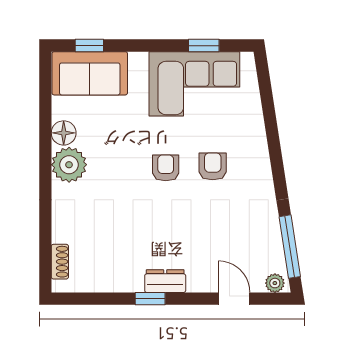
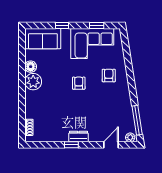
window: (89, 46) -> (62, 25), moved
armchair: (213, 166) -> (109, 75), moved
door: (234, 299) -> (111, 145), hinge flipped

